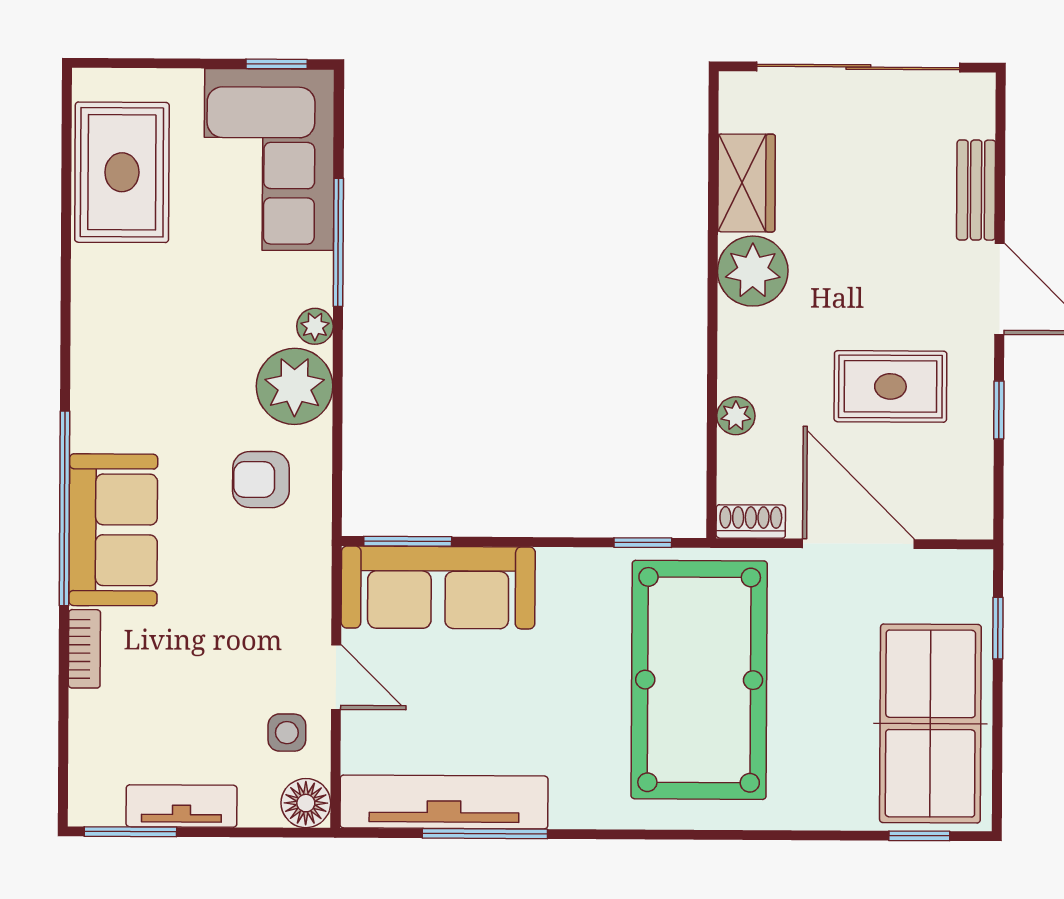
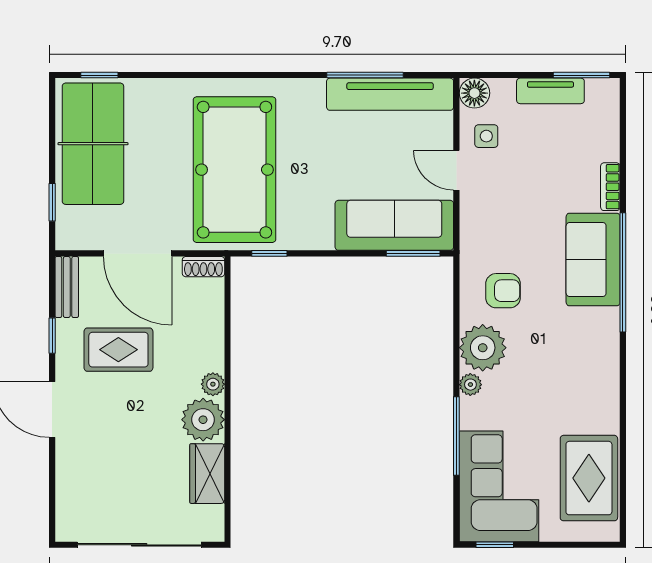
bench: (976, 190) -> (67, 287), moved
plant: (736, 416) -> (213, 384), moved

